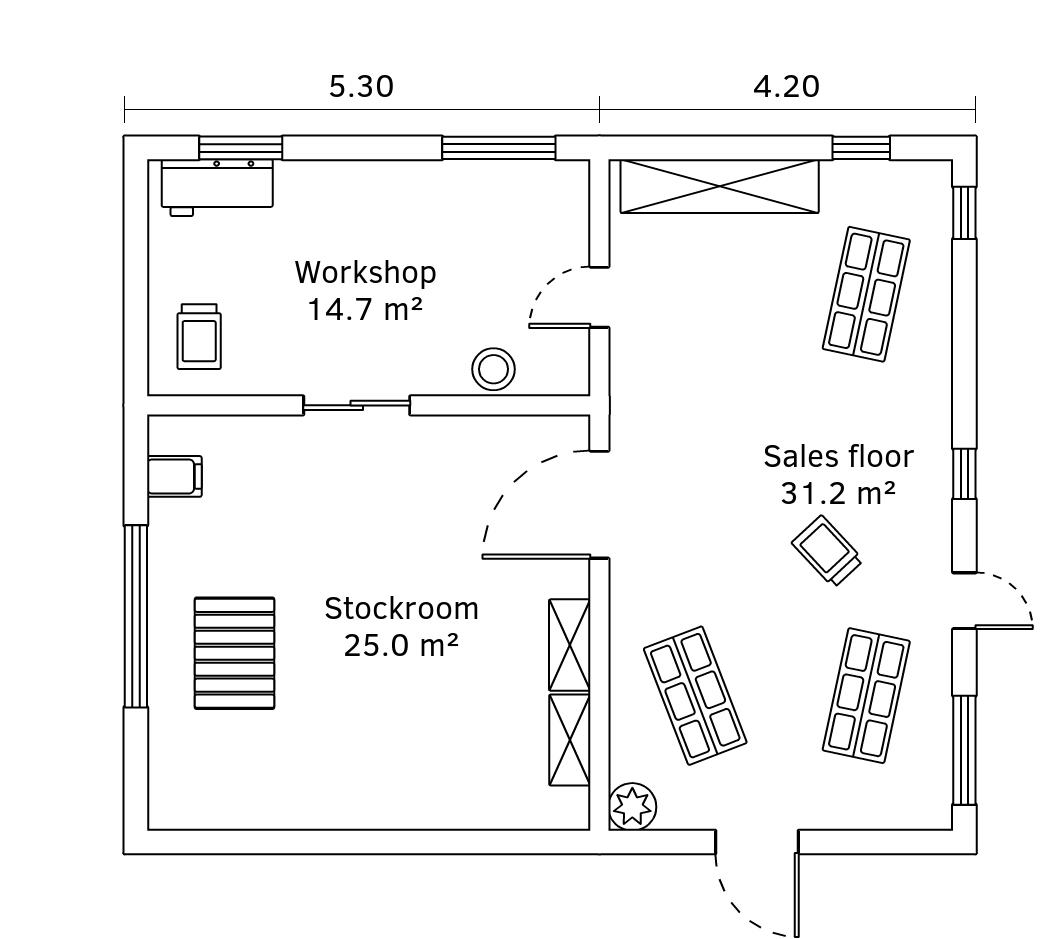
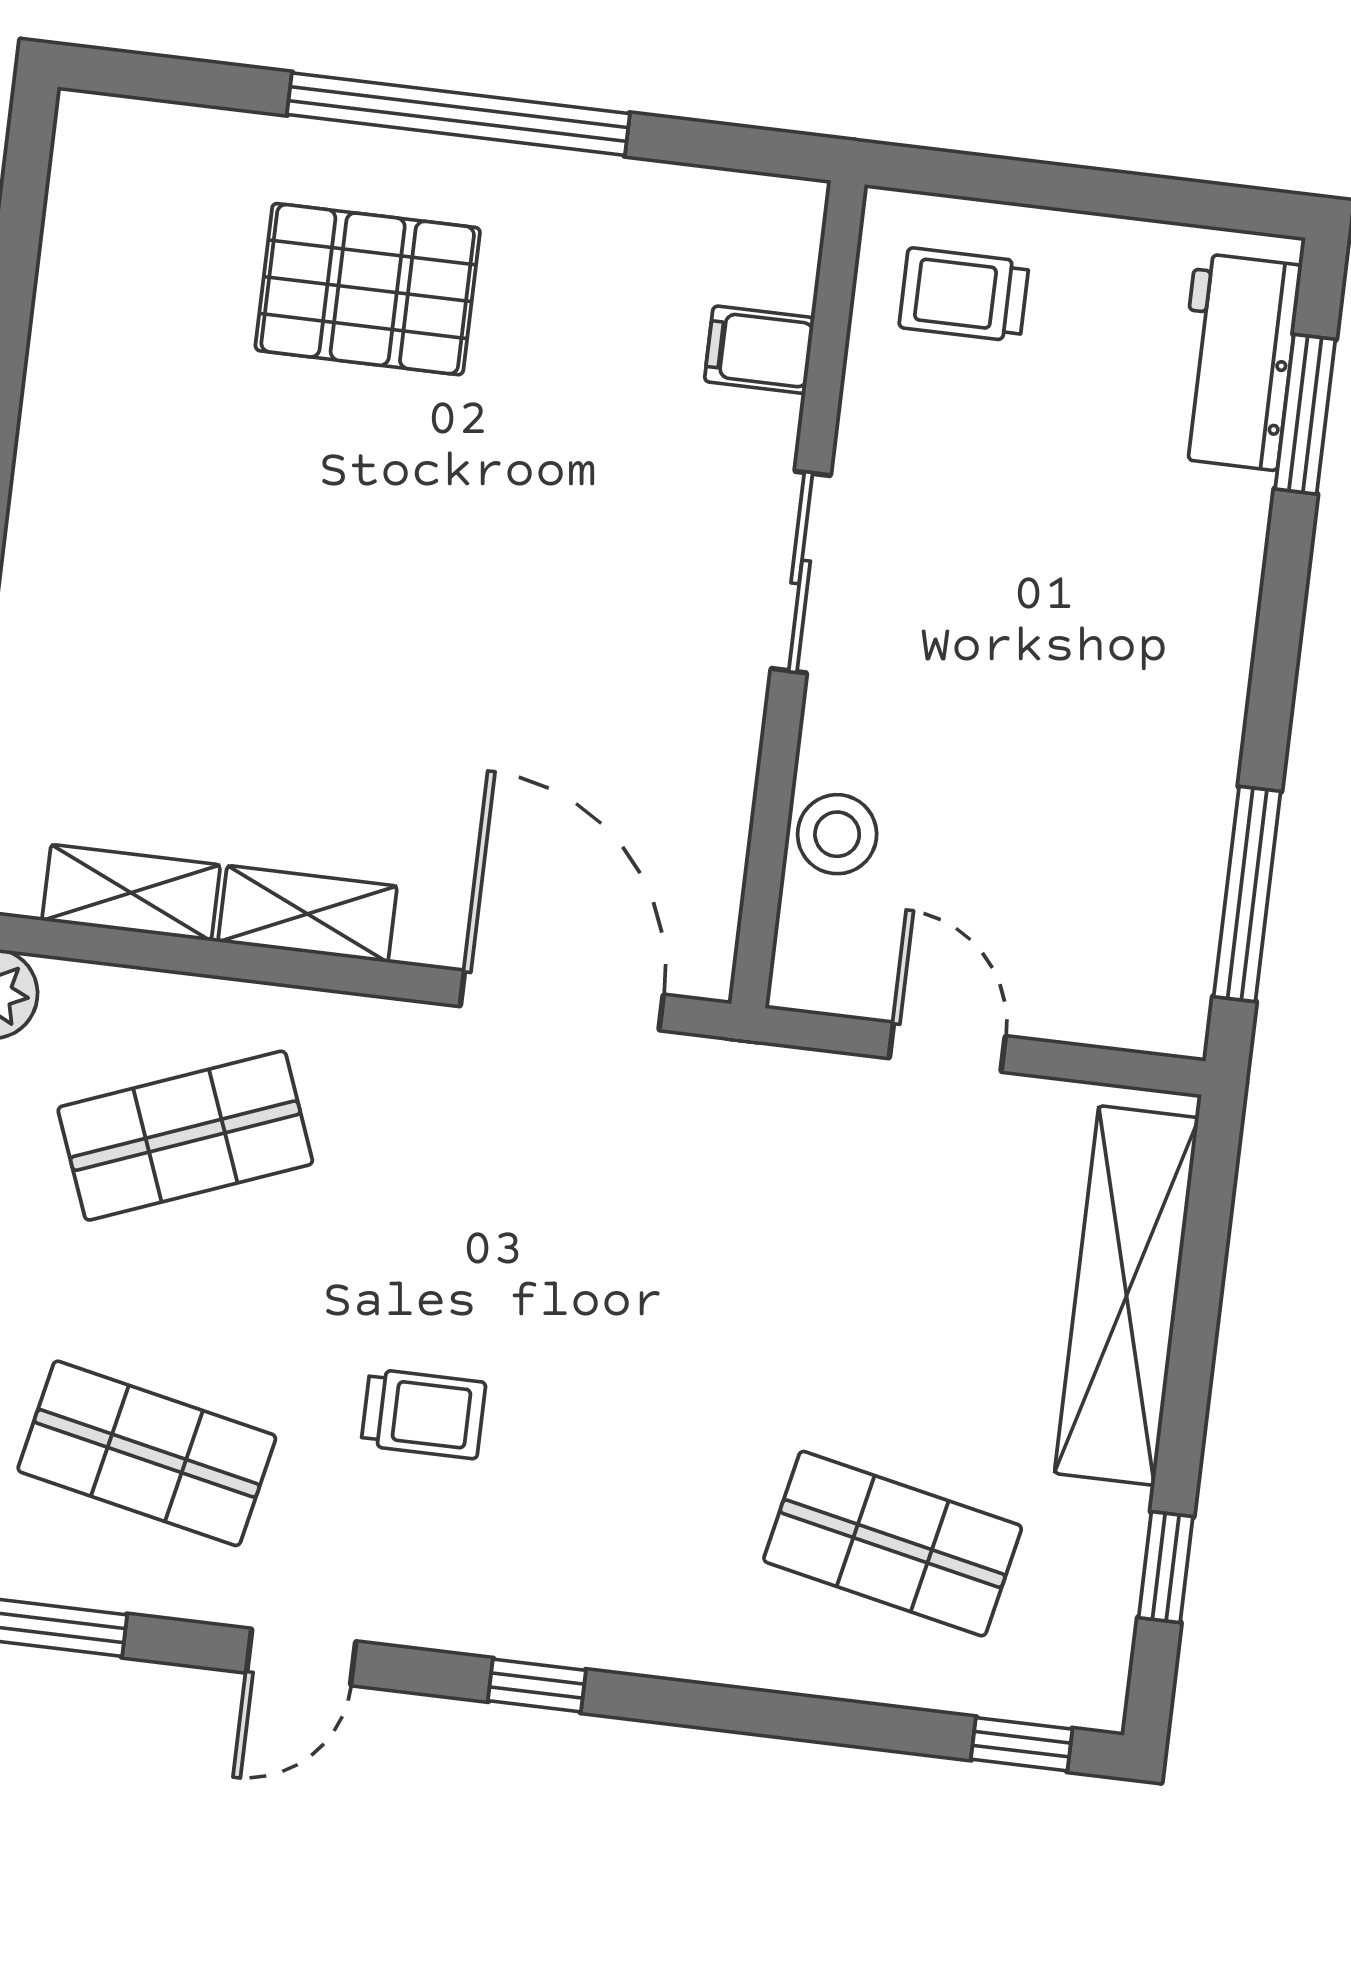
filing cabinet: (174, 476) -> (759, 350), moved, turned 90
trolley: (828, 551) -> (423, 1414), turned 43

